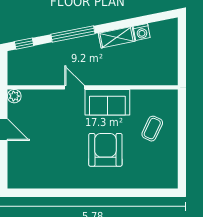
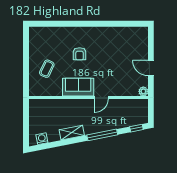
washing machine: (142, 32) -> (42, 139), moved
door: (74, 87) -> (101, 98), hinge flipped
armchair: (105, 150) -> (80, 54), width x0.53, depth x0.53

